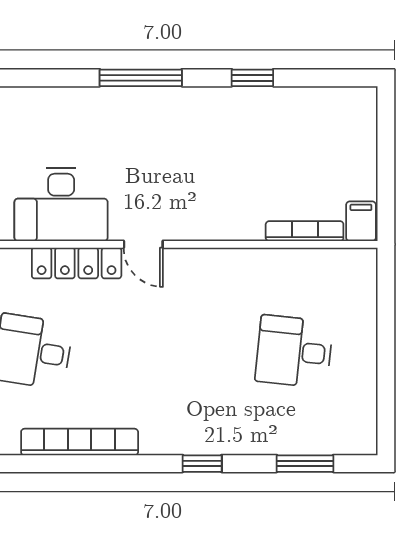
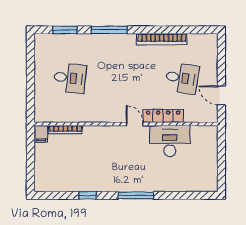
window: (202, 464) -> (109, 30), width x2.17

